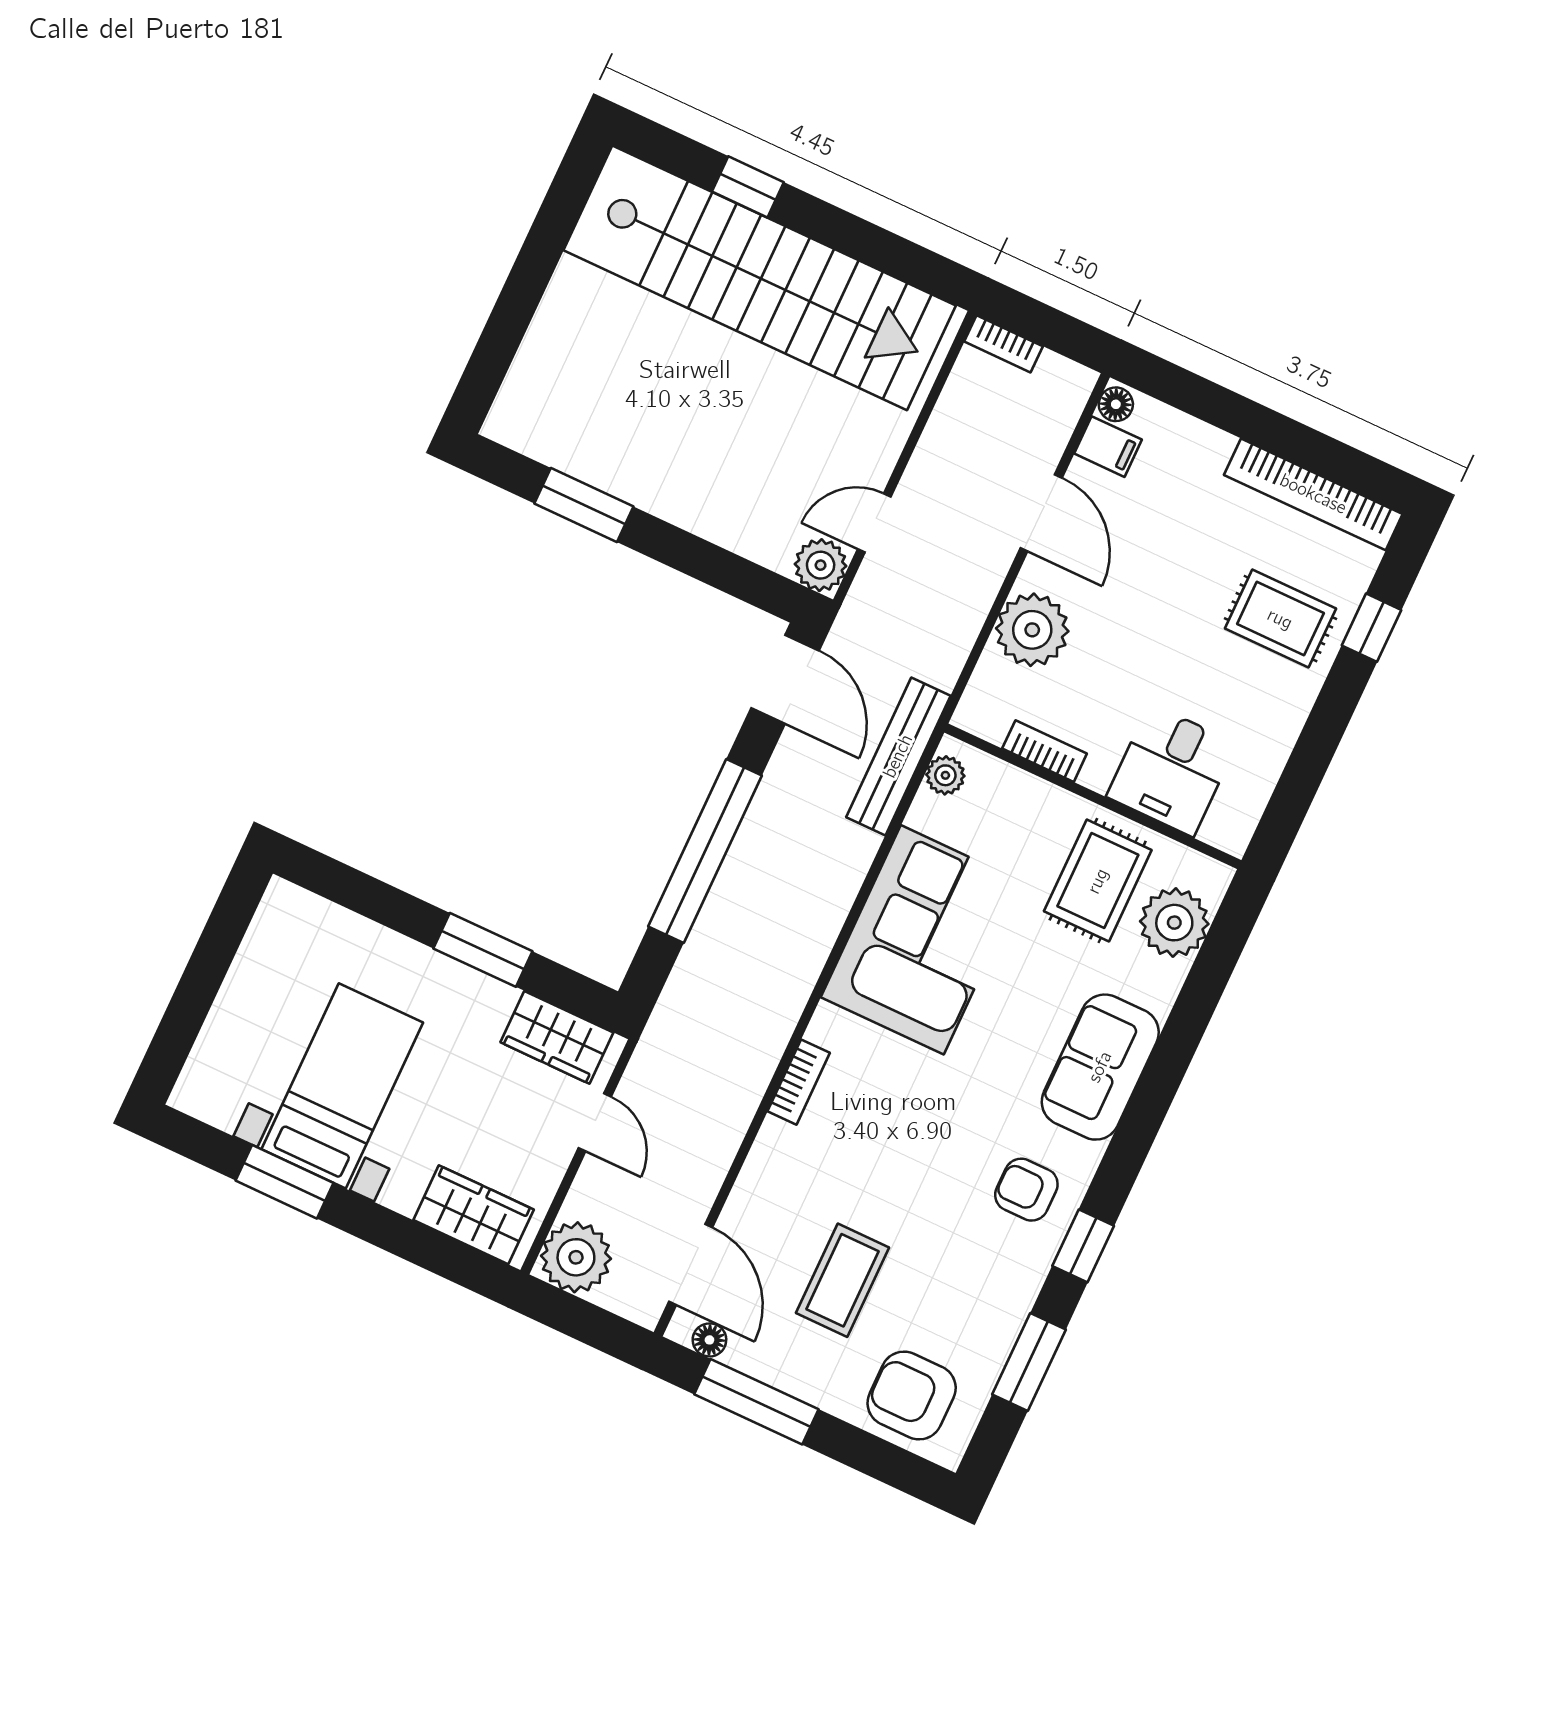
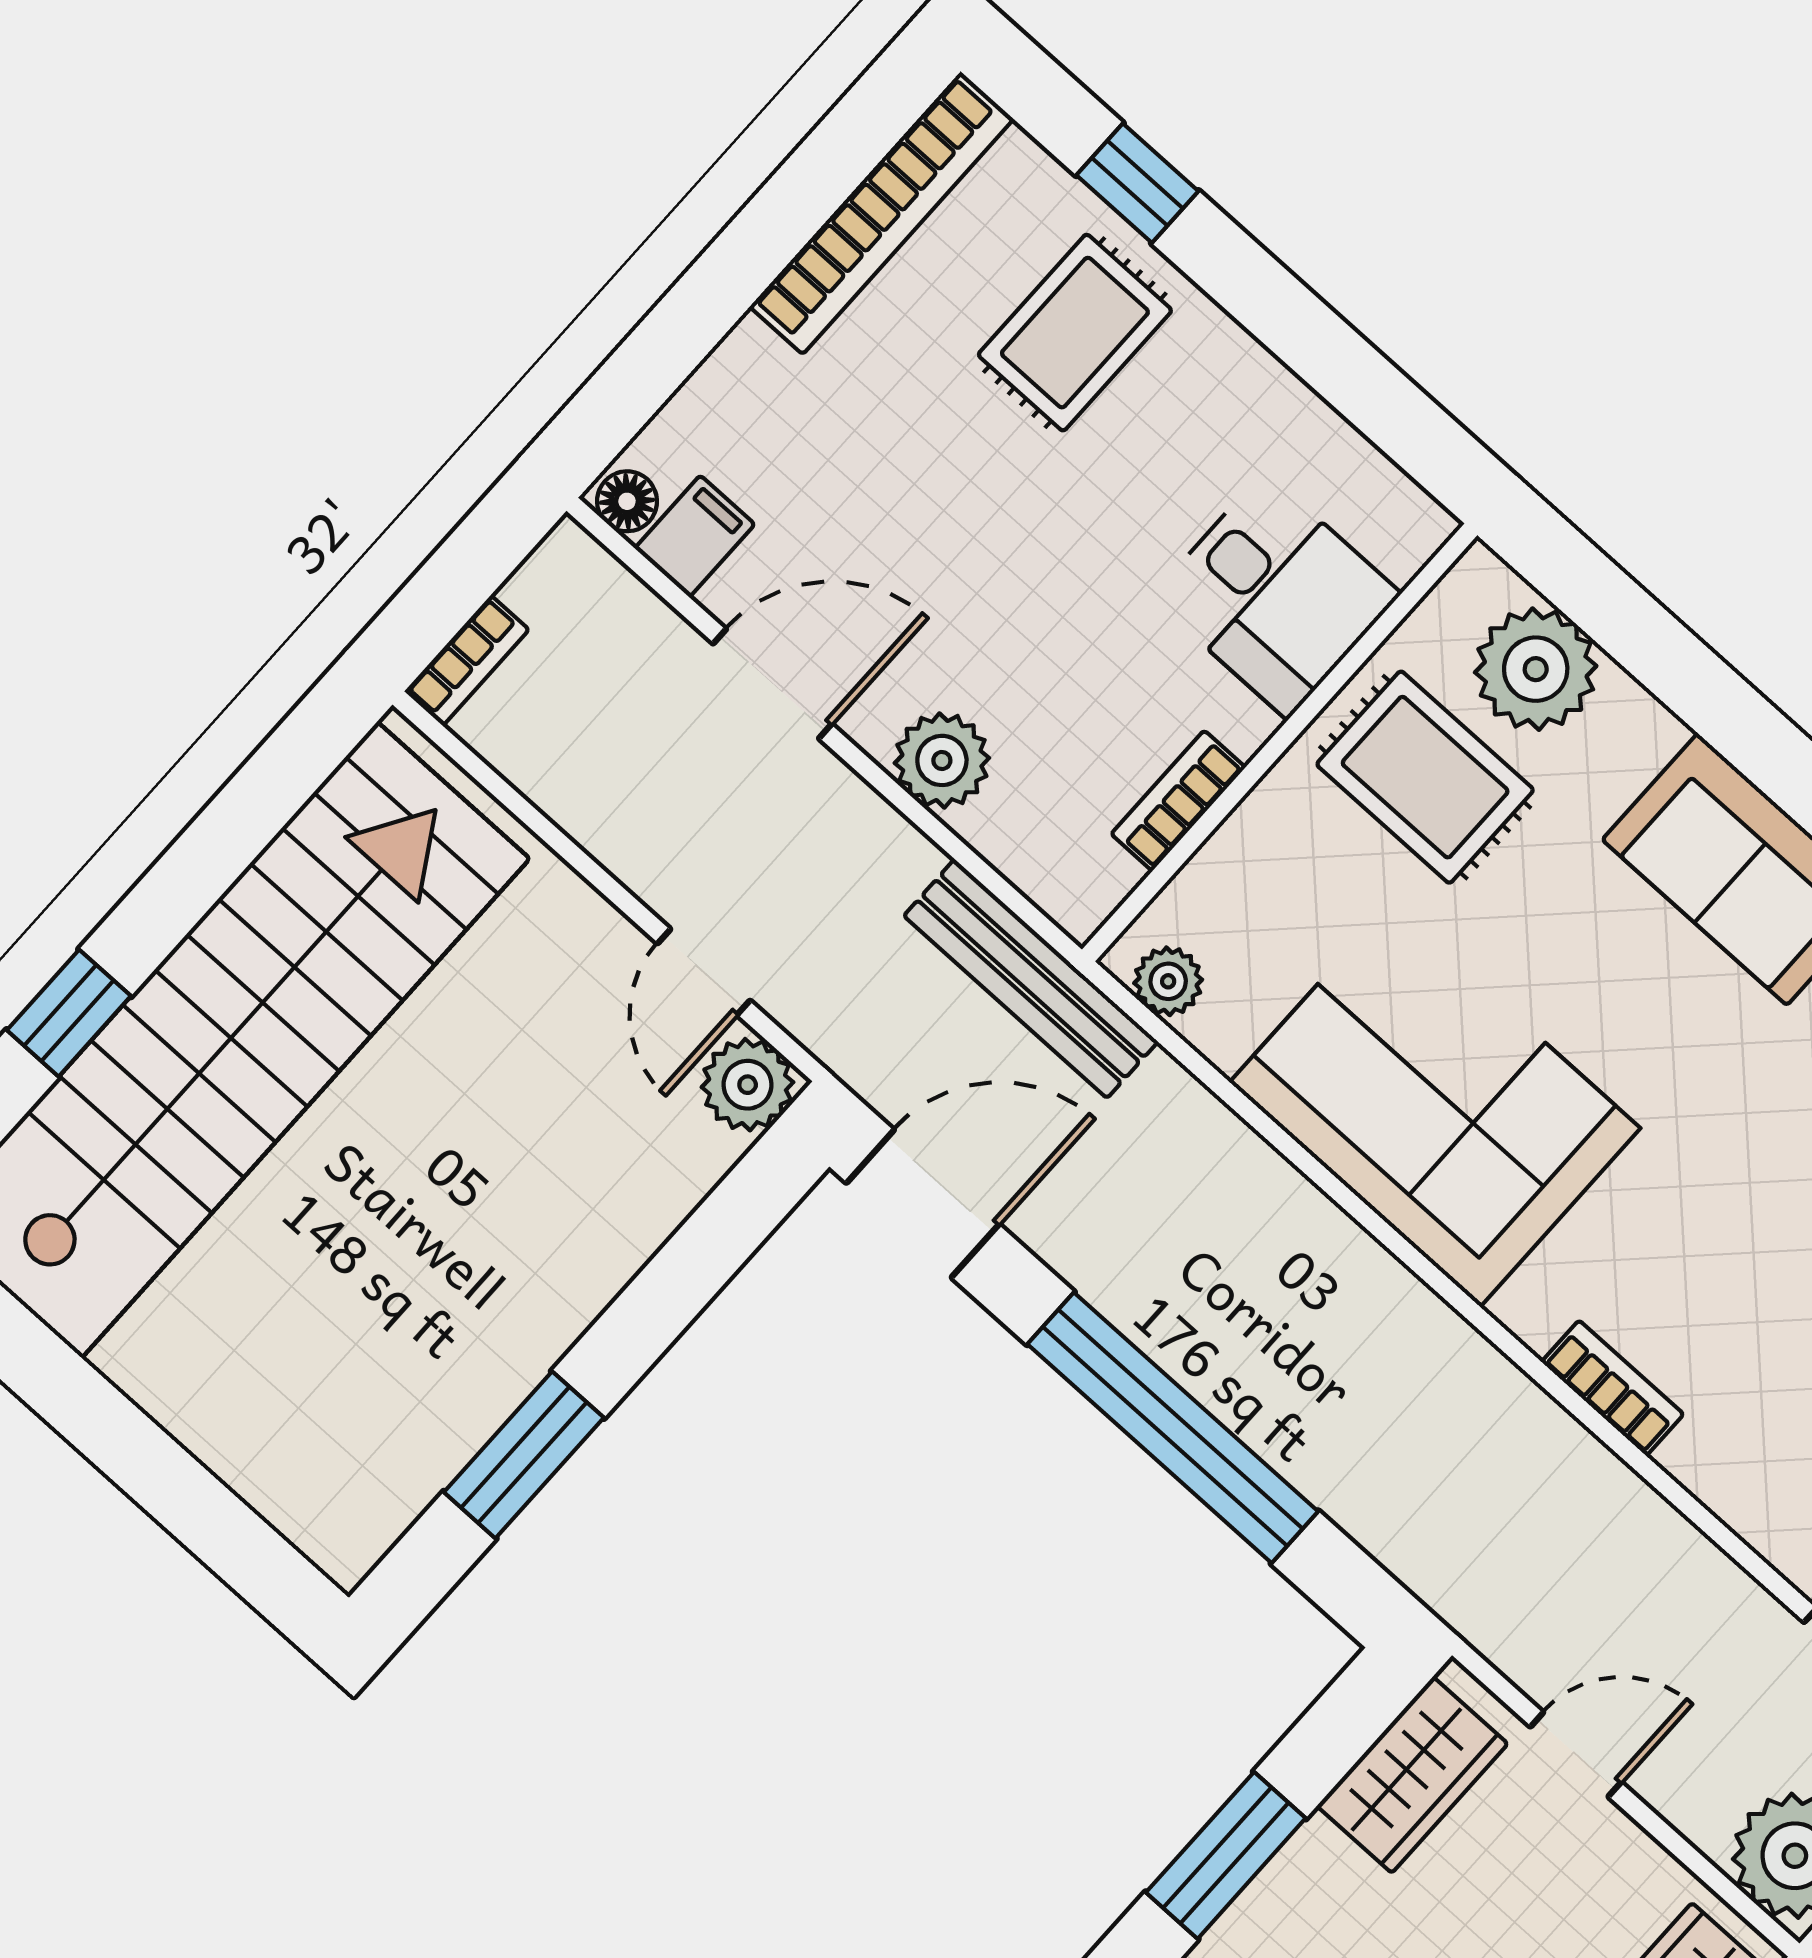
plant: (1032, 630) -> (942, 760), width x0.73, depth x0.73
bench: (898, 756) -> (1031, 979), moved

